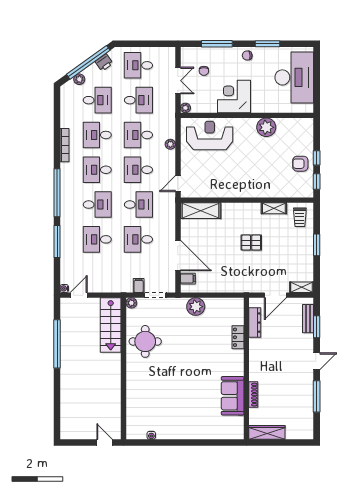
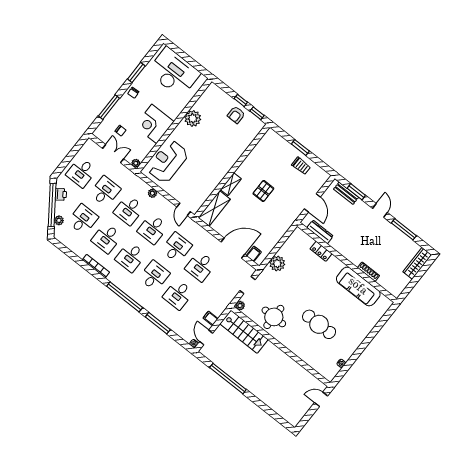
shelving: (274, 208) -> (231, 184), moved
trolley: (300, 217) -> (301, 166), moved
filing cabinet: (139, 285) -> (211, 318), moved
shelving: (302, 287) -> (321, 181), removed
cafe table: (171, 387) -> (319, 324), added
sofa: (233, 396) -> (358, 286), width x1.36
wardrobe: (267, 432) -> (417, 263), moved

